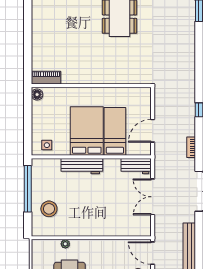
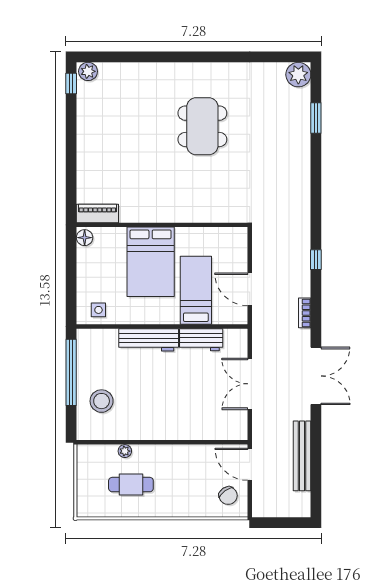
bed: (87, 131) -> (151, 262), moved, turned 180
door: (153, 131) -> (250, 289), hinge flipped
workbench: (136, 166) -> (201, 340), moved

